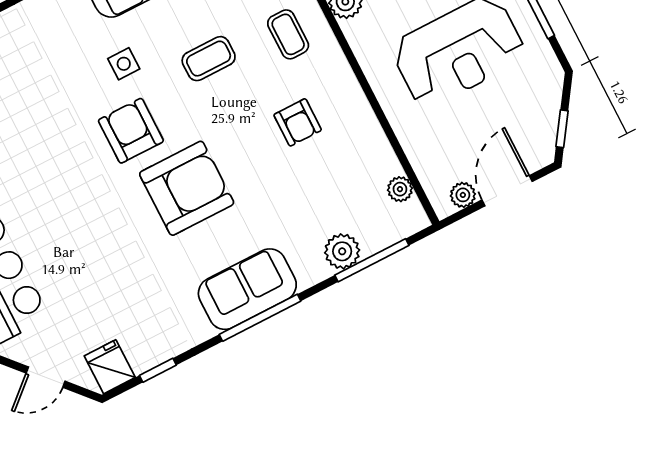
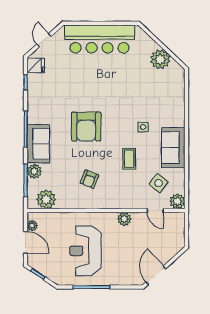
coffee table: (288, 34) -> (123, 192), removed
armchair: (298, 122) -> (89, 179), turned -68
armchair: (131, 131) -> (117, 117), removed
plant: (400, 189) -> (46, 199), width x1.88, depth x1.88
sofa: (247, 289) -> (38, 144), moved

